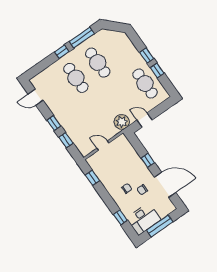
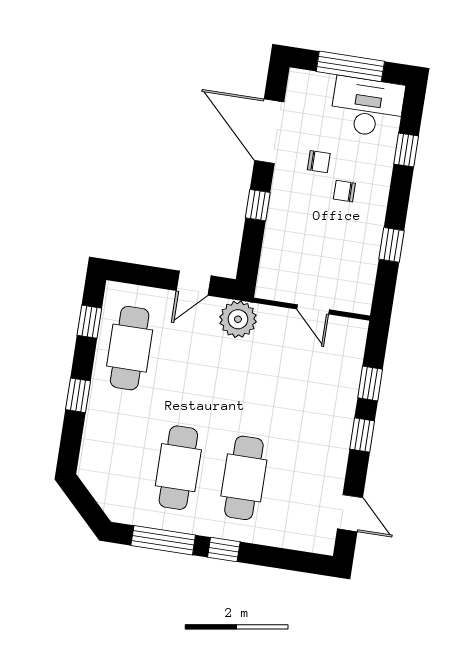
window: (157, 70) -> (89, 322), moved
door: (145, 120) -> (194, 283), hinge flipped
window: (92, 178) -> (392, 245), moved

